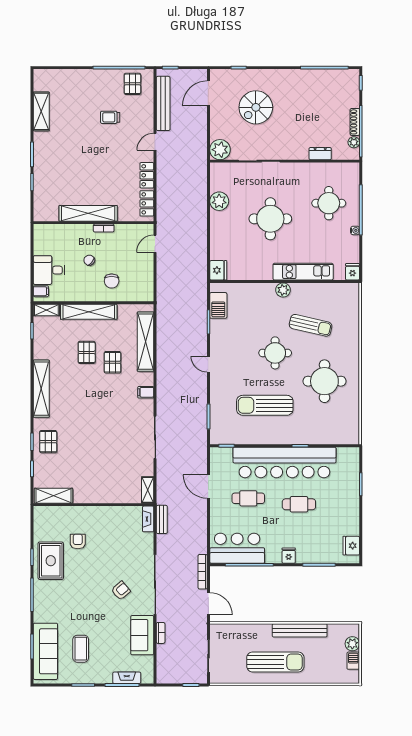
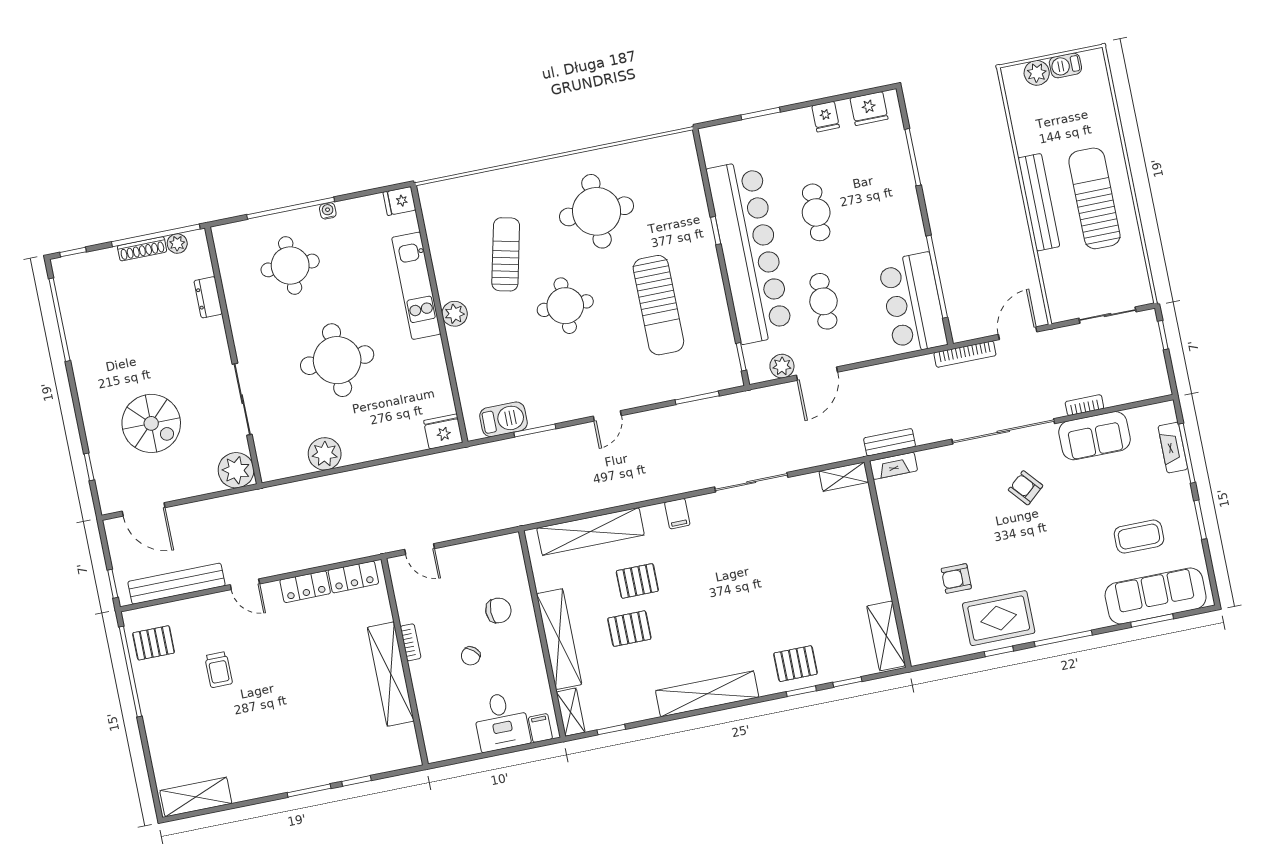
shelving: (41, 111) -> (196, 797), moved
plant: (217, 468) -> (782, 366), added
fridge: (289, 556) -> (826, 117), moved, turned -90
bench: (300, 630) -> (1039, 202), moved

